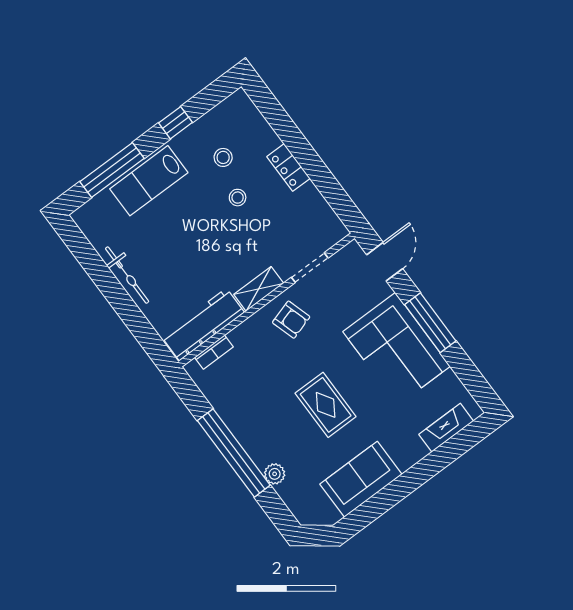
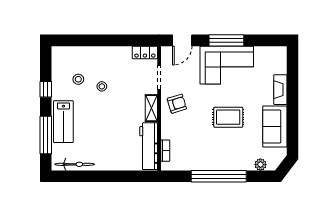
locker: (288, 167) -> (145, 52), moved
door: (385, 262) -> (182, 40), swing flipped
bicycle: (127, 275) -> (75, 164), moved
fireplace: (446, 428) -> (280, 90), moved
plant: (275, 474) -> (260, 165), moved

